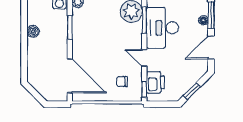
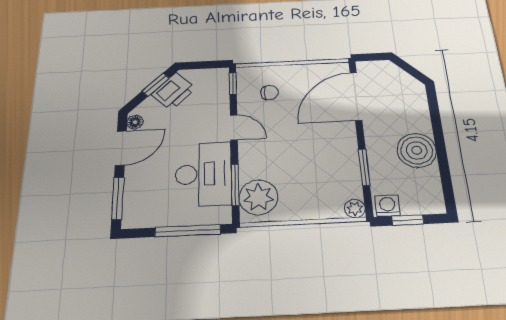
floor lamp: (203, 20) -> (135, 122), moved
boiler: (33, 31) -> (417, 150), width x1.86, depth x1.86
door: (70, 76) -> (356, 96), hinge flipped
printer: (155, 82) -> (174, 91), moved, turned -135

